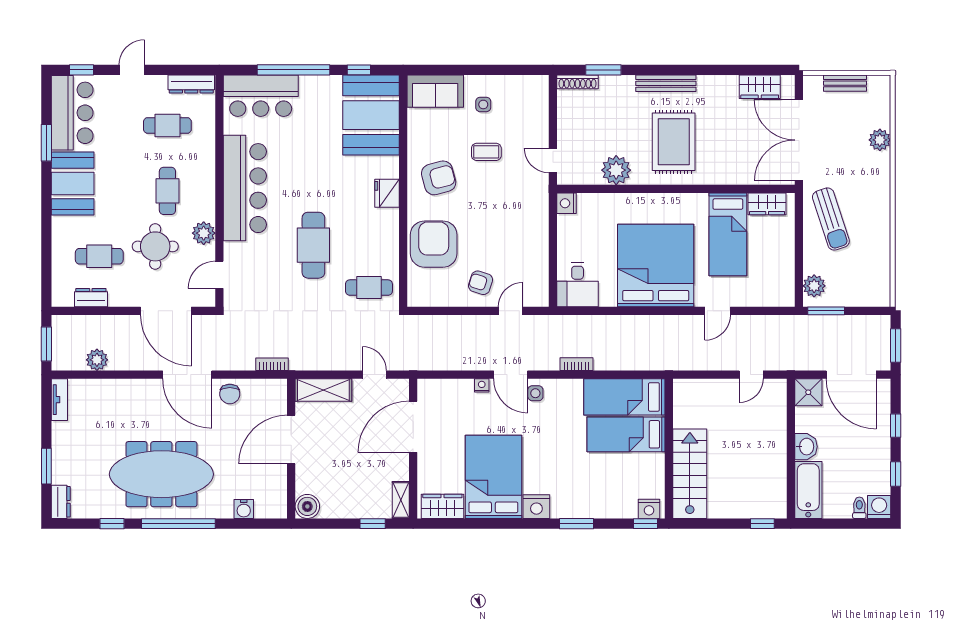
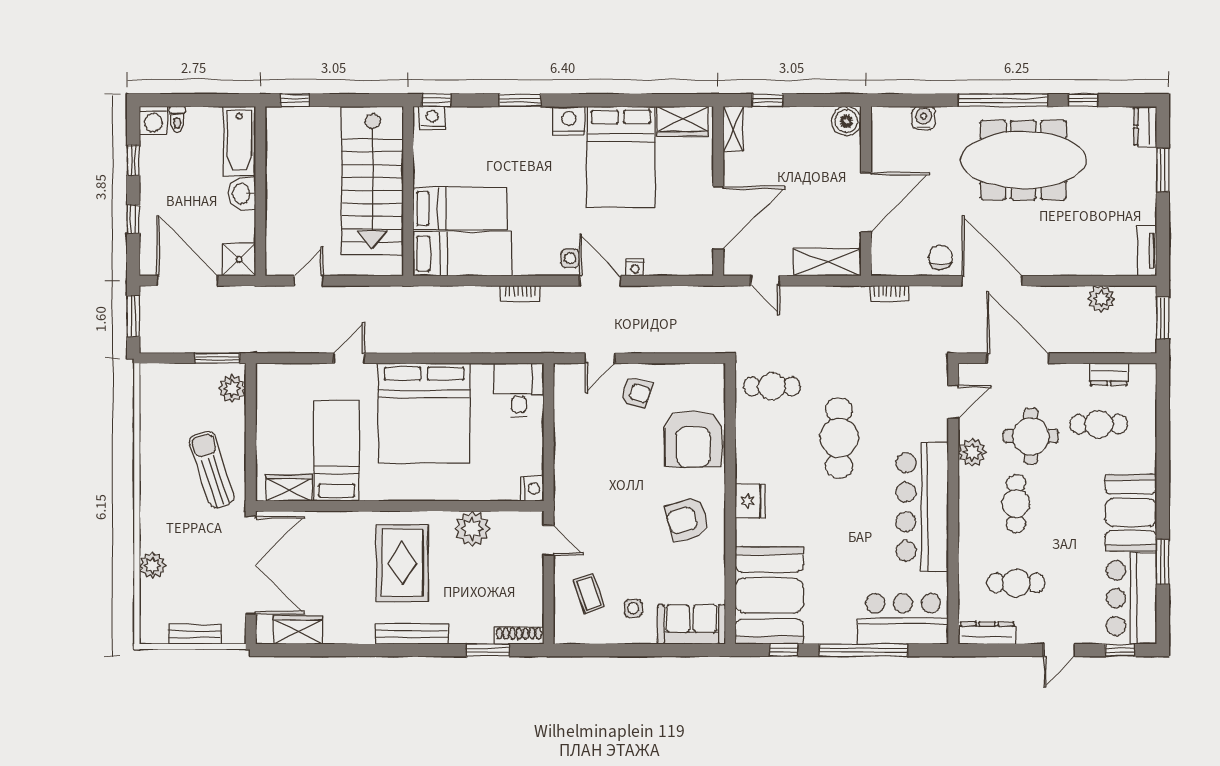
coffee table: (486, 152) -> (589, 594), moved, turned 71
stairs: (690, 474) -> (372, 180), width x1.36, depth x1.51

